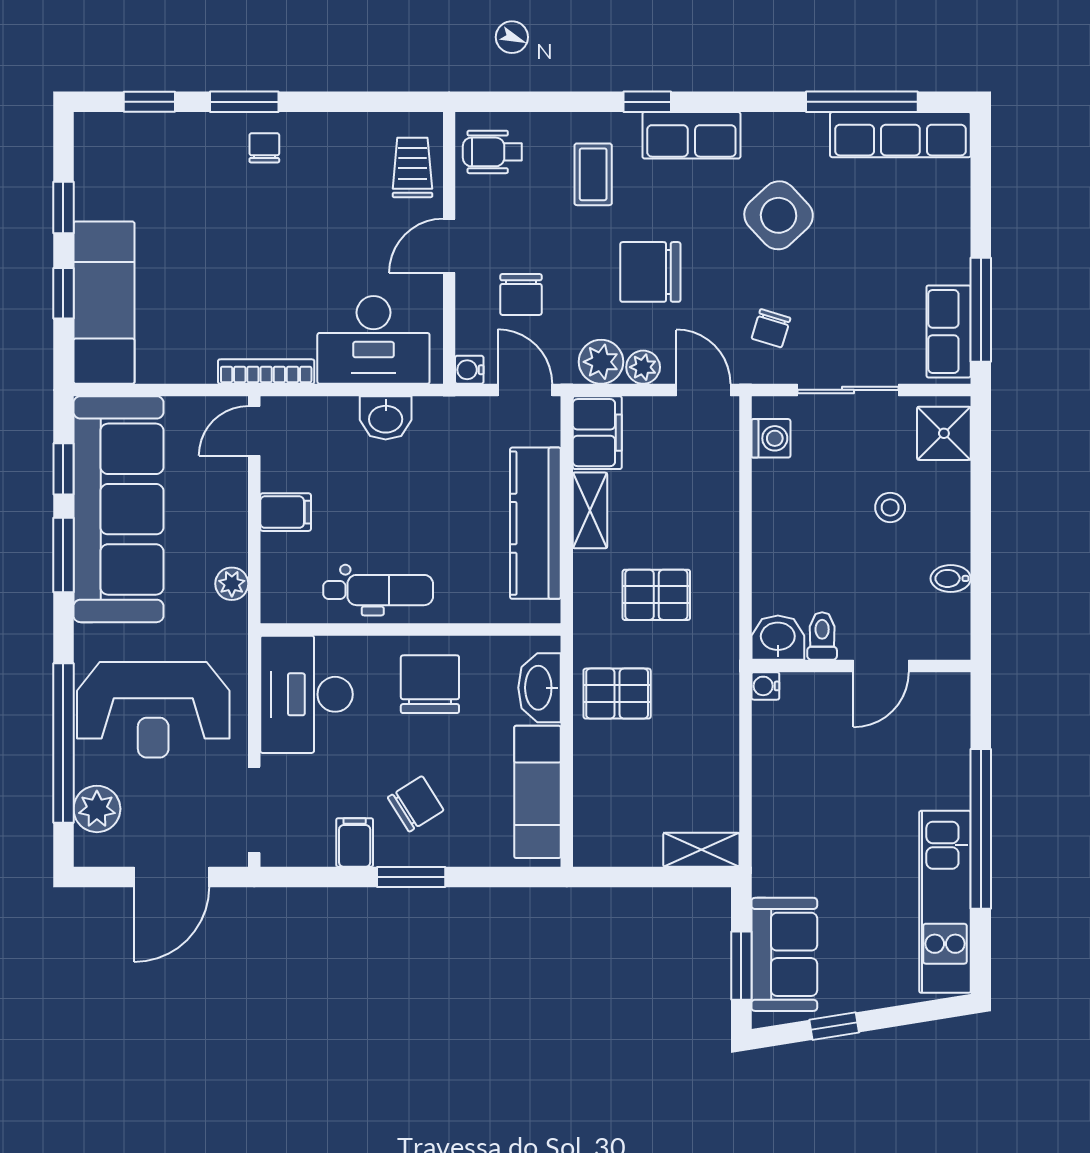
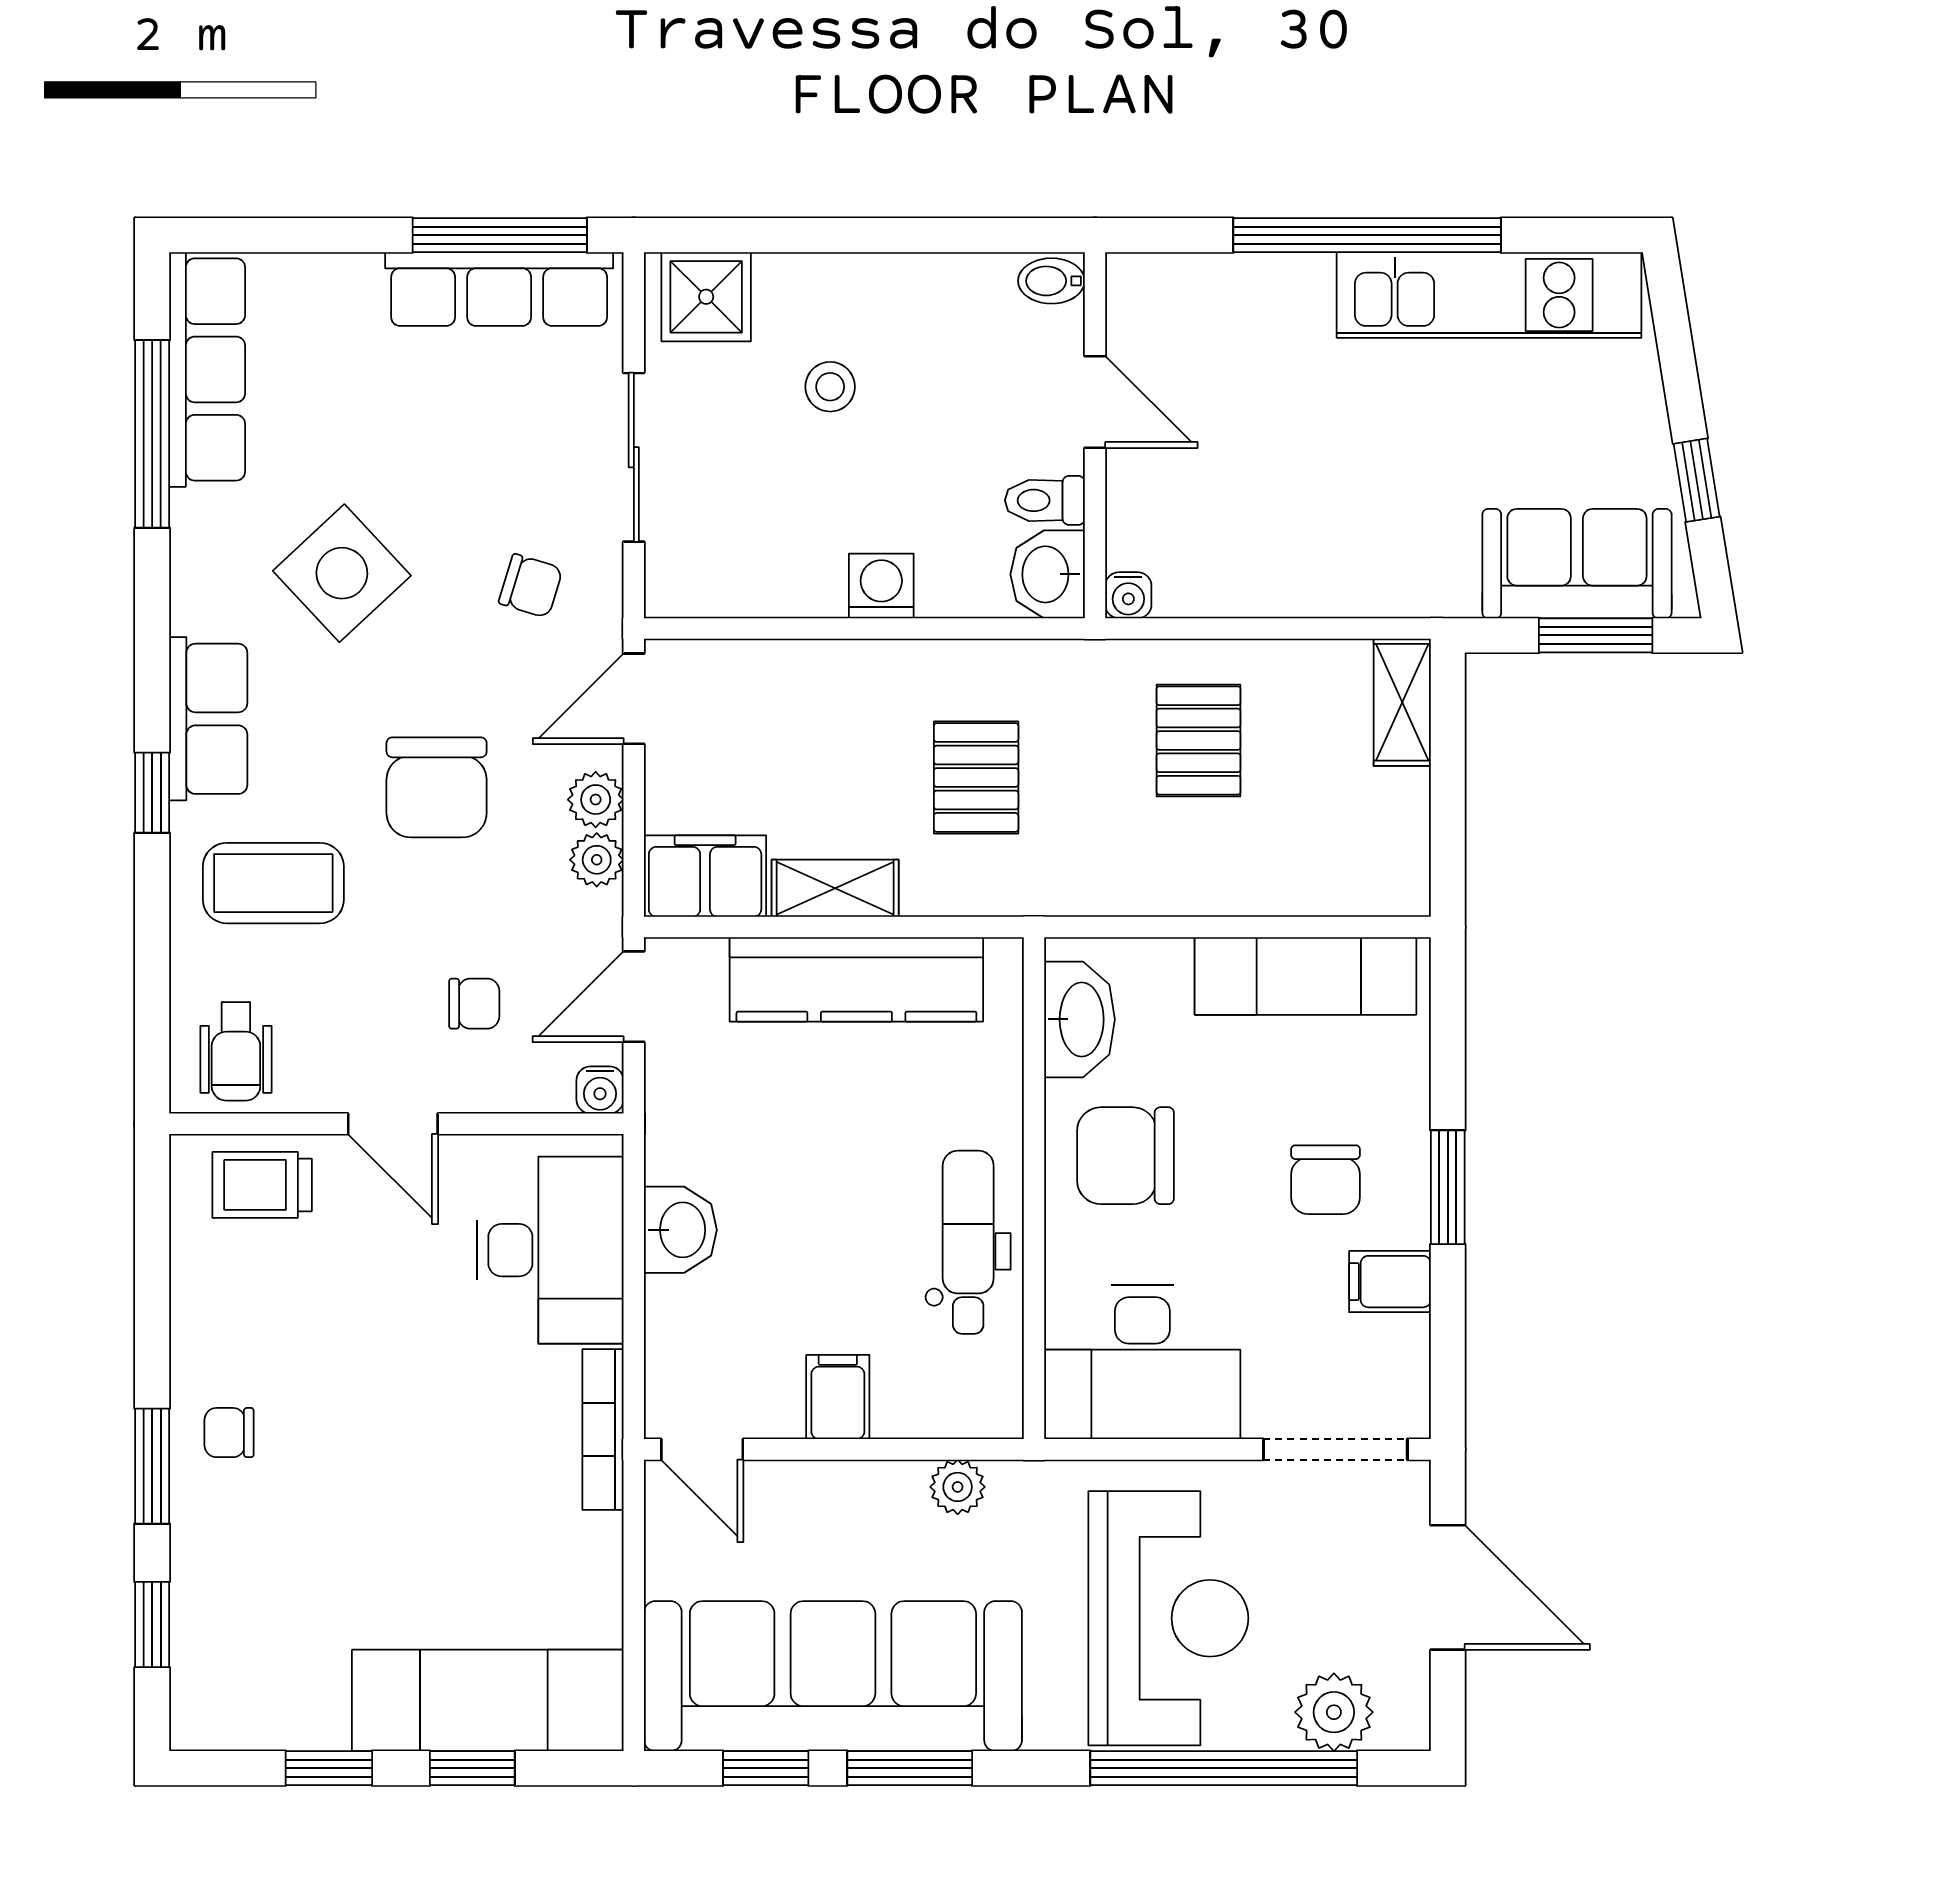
coffee table: (593, 174) -> (273, 883), width x1.36, depth x1.30
chair: (521, 294) -> (474, 1004), width x0.73, depth x0.73
row of seats: (949, 331) -> (499, 289), width x1.48
plant: (601, 362) -> (597, 860), width x0.73, depth x0.73
washing machine: (771, 438) -> (881, 586), moved
bidet: (951, 578) -> (1051, 281), moved, turned 90
washbasin: (540, 688) -> (1080, 1019), moved, turned -90
pallet: (617, 694) -> (1198, 740), moved
chair: (416, 804) -> (1325, 1180), turned -148

